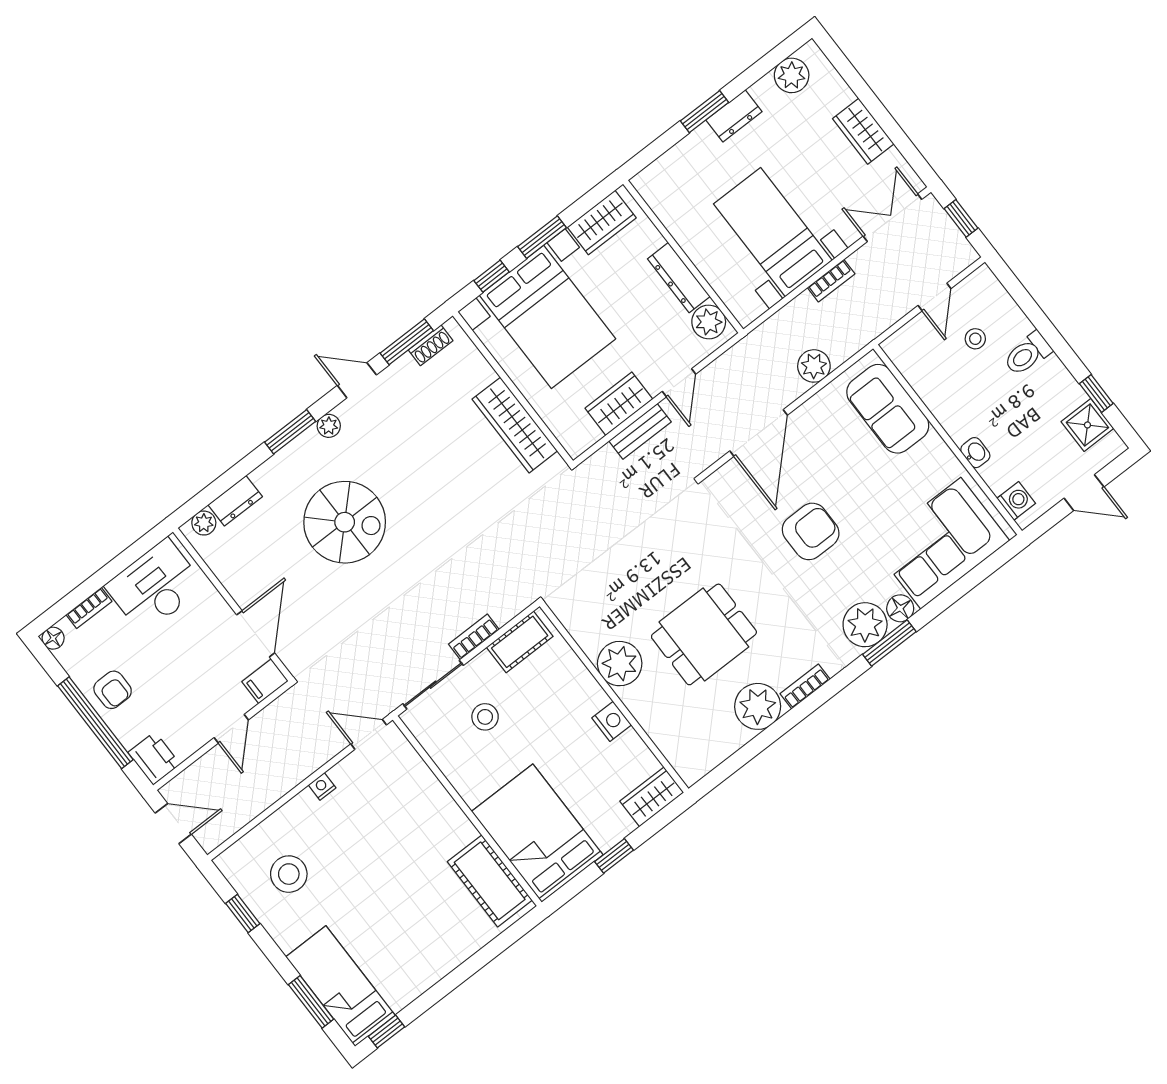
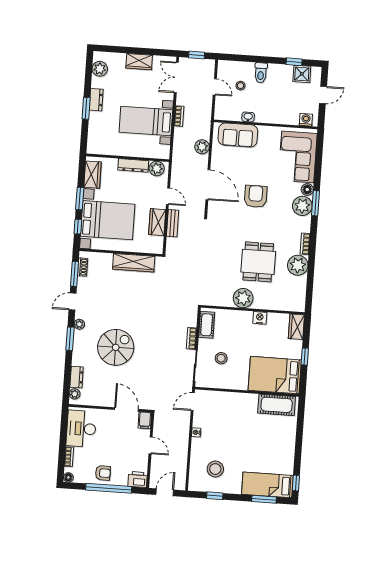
washbasin: (975, 453) -> (248, 117), moved

